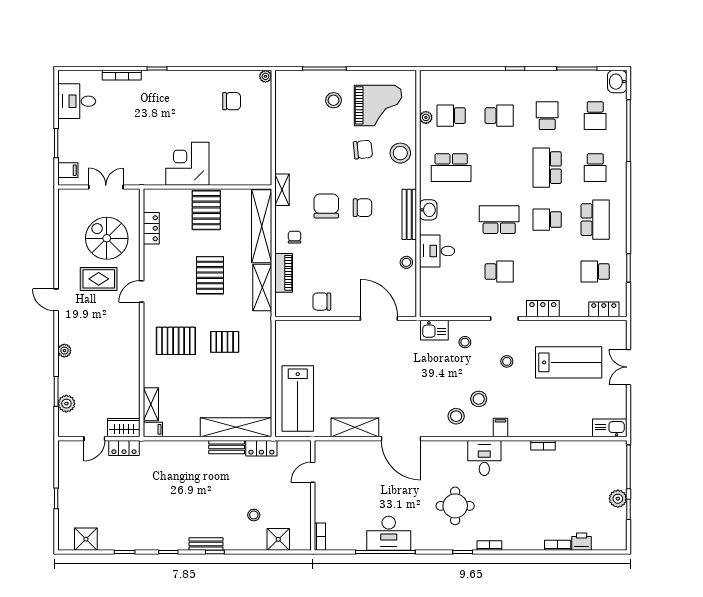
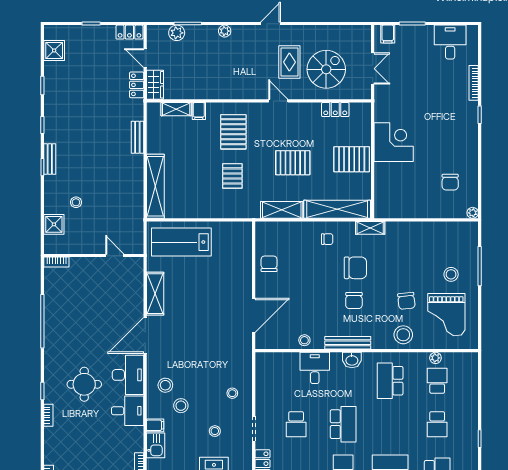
piano: (284, 273) -> (295, 229), removed
kitchen sink: (434, 330) -> (156, 445), moved, turned 180
filing cabinet: (153, 429) -> (199, 111), moved
bench: (227, 447) -> (137, 137), moved
locker: (261, 448) -> (129, 32), moved, turned -90
desk: (389, 533) -> (128, 375), moved, turned 180

